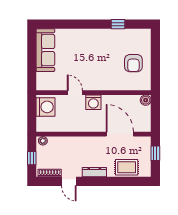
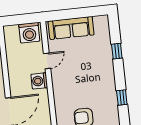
window: (73, 24) -> (117, 51), added
sofa: (45, 50) -> (71, 28), moved

